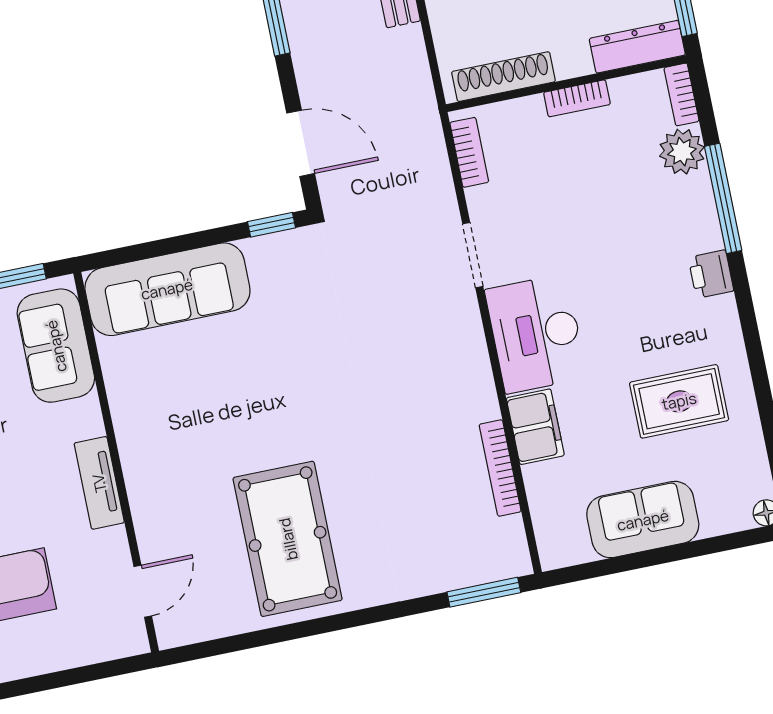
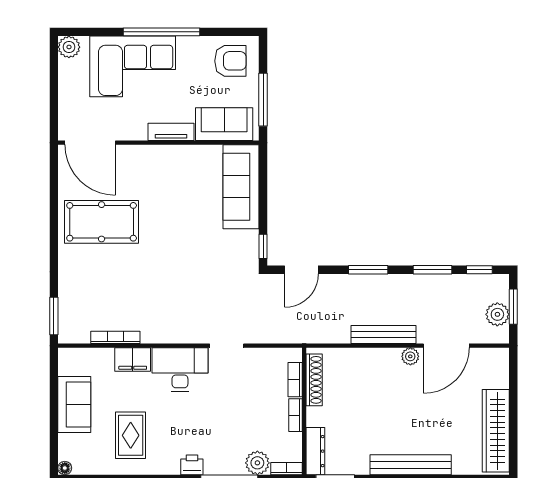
bookcase: (469, 152) -> (295, 380), moved, turned 90
tv unit: (99, 483) -> (171, 132), moved
door: (143, 591) -> (90, 143), width x1.87

